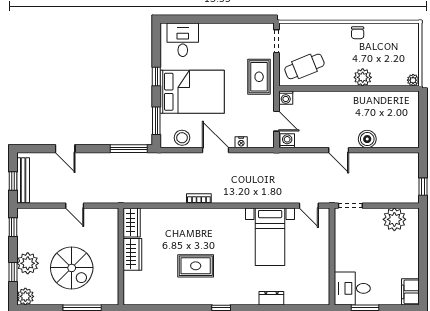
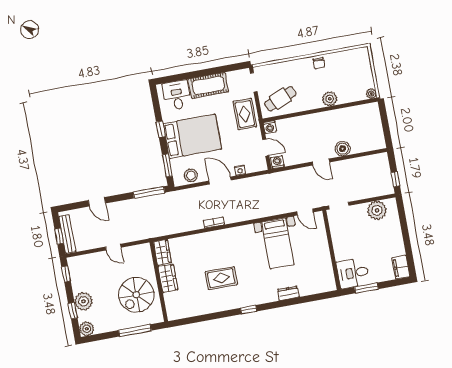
cot: (222, 35) -> (208, 85), added
spiral stairs: (72, 268) -> (136, 295), moved, turned 90

